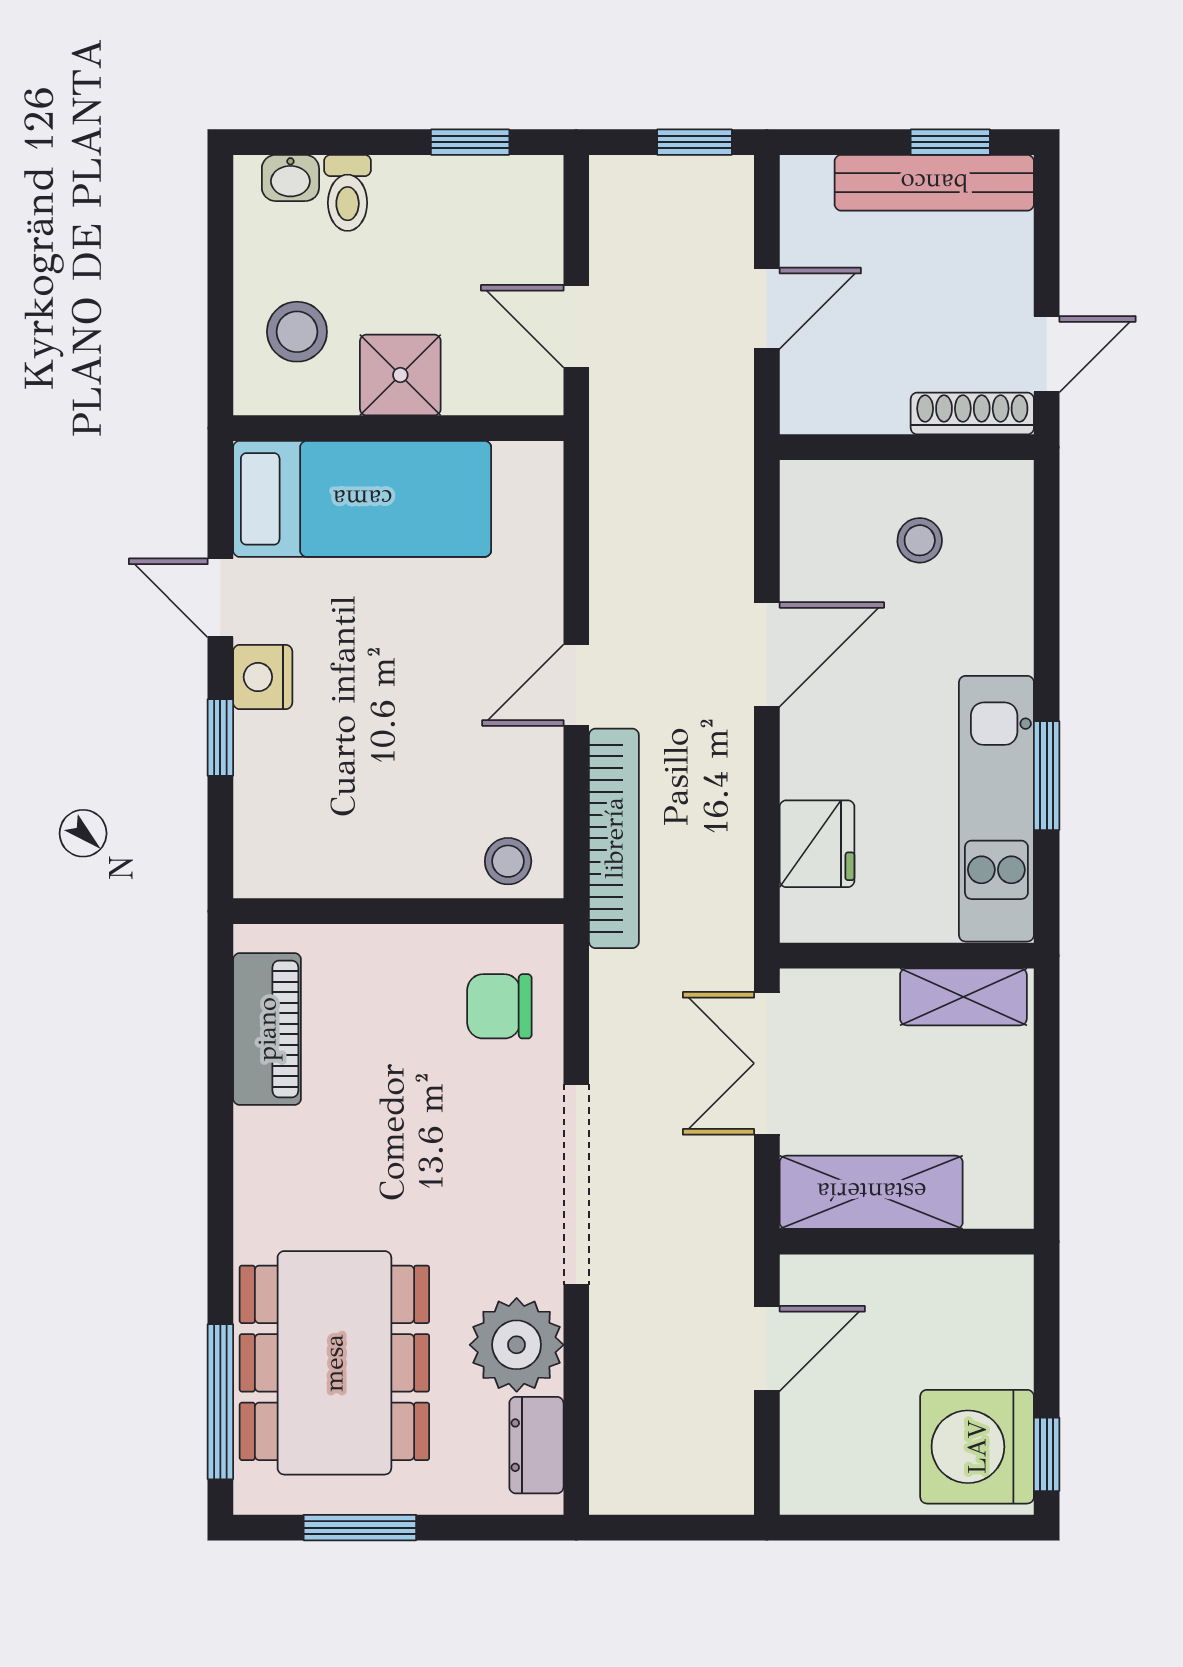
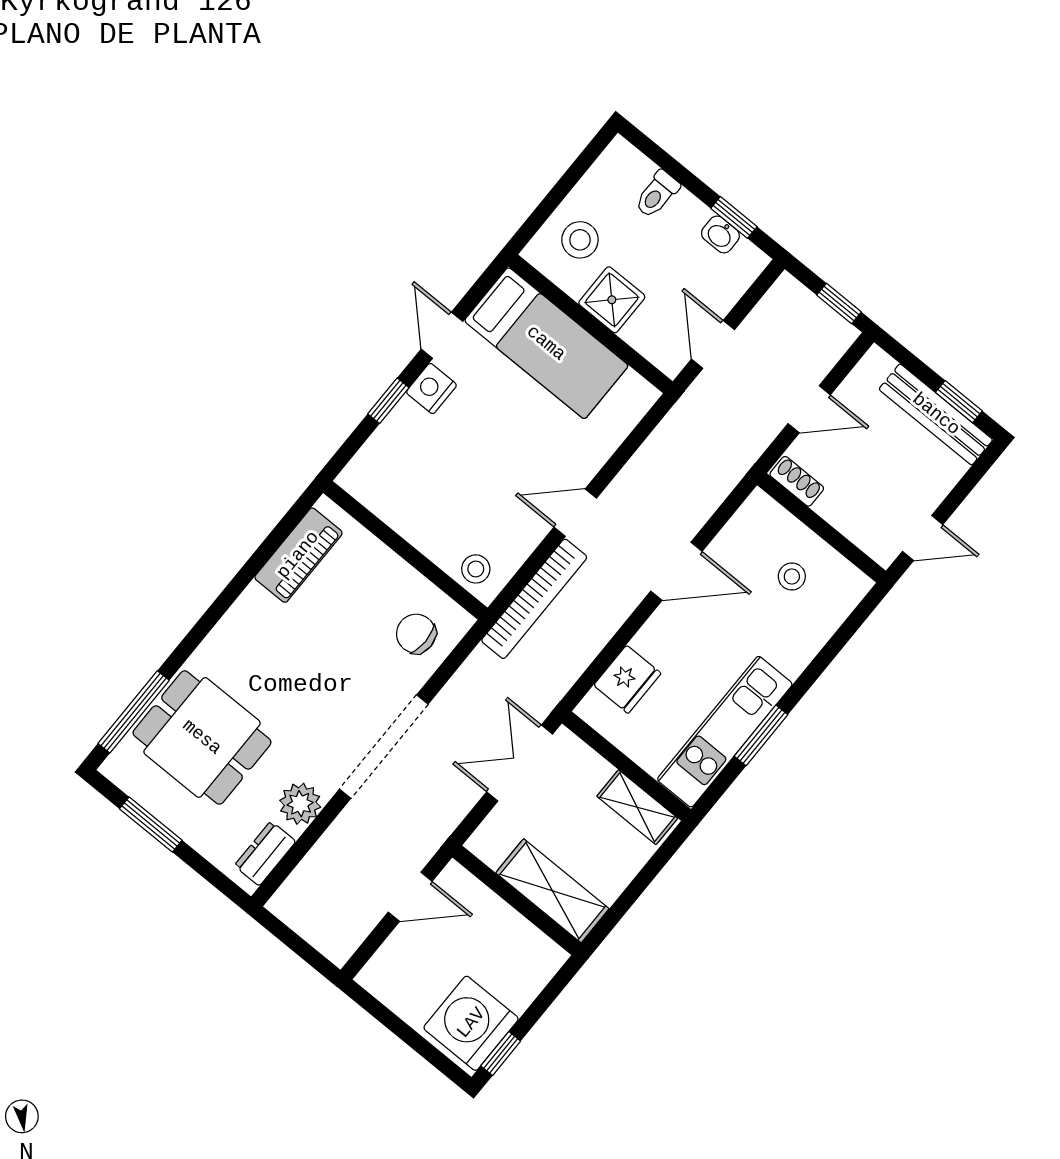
washbasin: (290, 178) -> (720, 234), moved
shoe rack: (972, 414) -> (797, 481), moved, width x0.70
shelving: (871, 1192) -> (552, 891), moved
plant: (517, 1345) -> (300, 804), width x0.73, depth x0.73
dining table: (334, 1363) -> (202, 737), width x0.73

